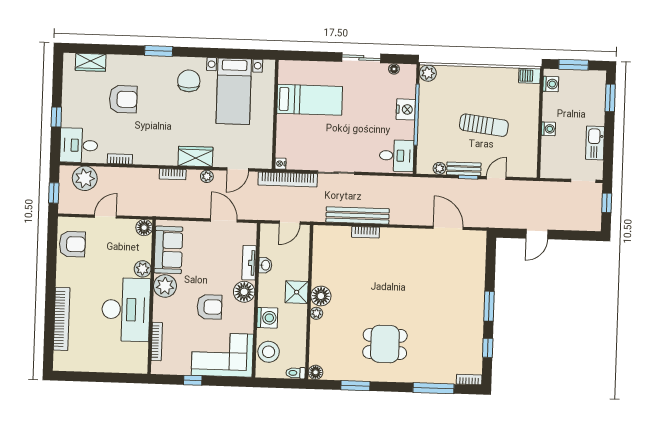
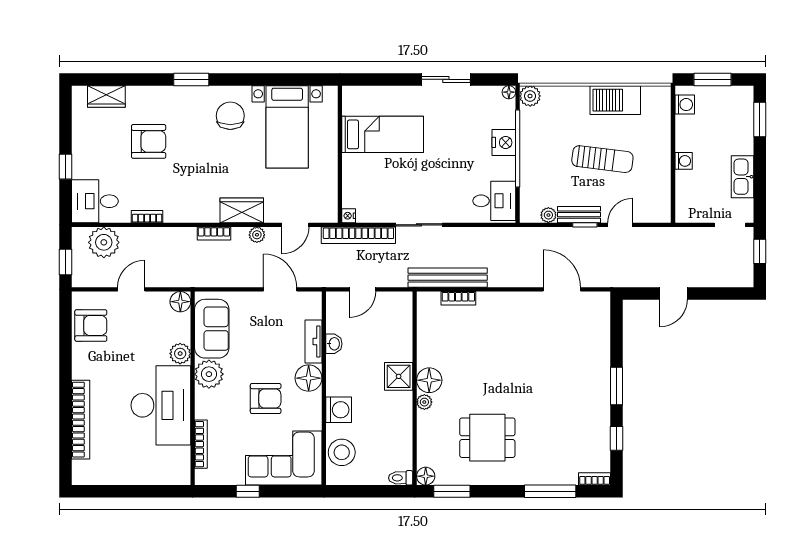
floor lamp: (394, 69) -> (509, 92), moved
barbecue: (530, 76) -> (615, 100), moved, width x1.88, depth x1.53
shower: (297, 292) -> (399, 376), moved
floor lamp: (321, 296) -> (429, 380), moved
wall: (309, 302) -> (415, 388), moved
plant: (316, 313) -> (424, 402), moved
floor lamp: (316, 372) -> (426, 476), moved
toilet: (296, 373) -> (401, 478), moved

